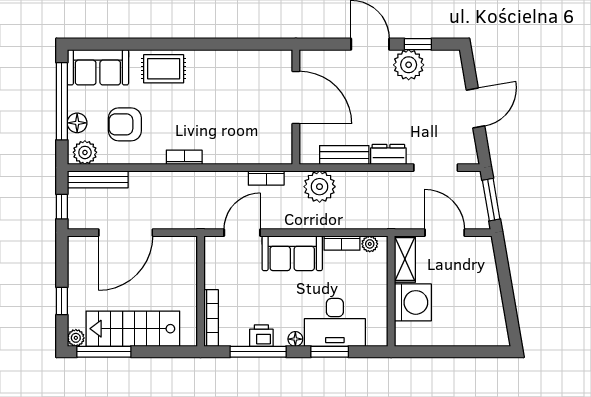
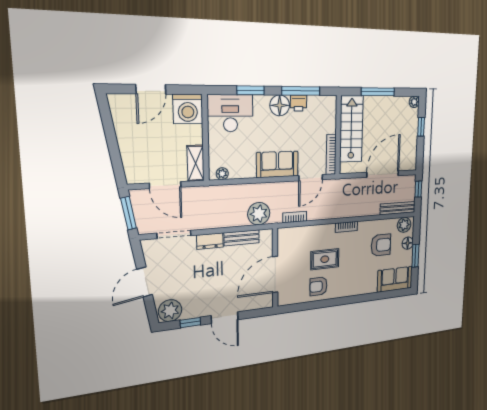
plant: (409, 65) -> (170, 311), moved
rug: (164, 69) -> (325, 259), moved
armchair: (228, 72) -> (318, 286), added
door: (296, 97) -> (275, 275), hinge flipped
window: (62, 101) -> (415, 256), width x0.47
bookcase: (342, 243) -> (242, 173), removed
washing machine: (413, 302) -> (188, 109), moved, turned -90
bookcase: (211, 318) -> (331, 154), moved
desk: (335, 322) -> (230, 113), moved
stairs: (133, 329) -> (351, 129), moved, turned -90
floor lamp: (295, 339) -> (280, 105), width x1.89, depth x1.89
window: (104, 352) -> (378, 92), moved
door: (458, 352) -> (151, 89), added

